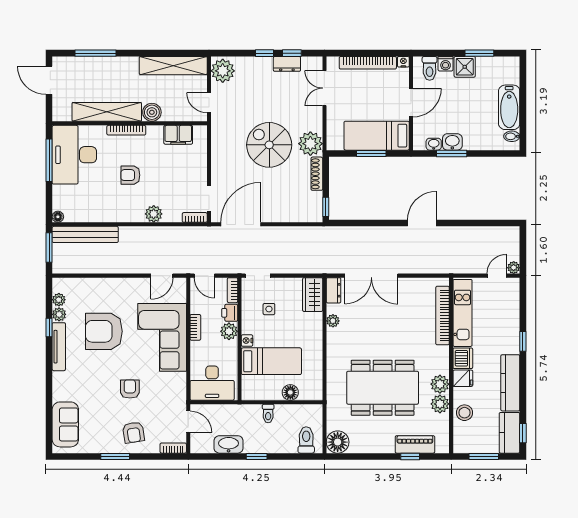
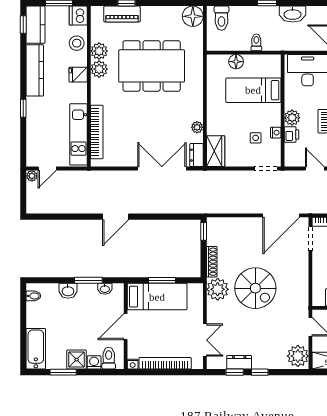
bathtub: (509, 107) -> (36, 349), moved
washbasin: (452, 142) -> (68, 291), moved
bookcase: (233, 290) -> (289, 155), removed
nightstand: (247, 341) -> (276, 133), moved
dishwasher: (463, 358) -> (78, 16), moved

